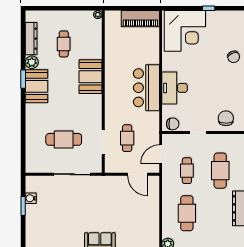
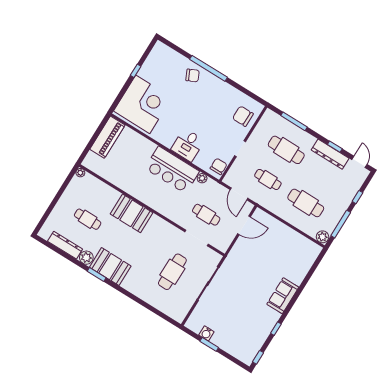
desk: (175, 88) -> (188, 145), width x0.73
plant: (155, 116) -> (202, 178), added

